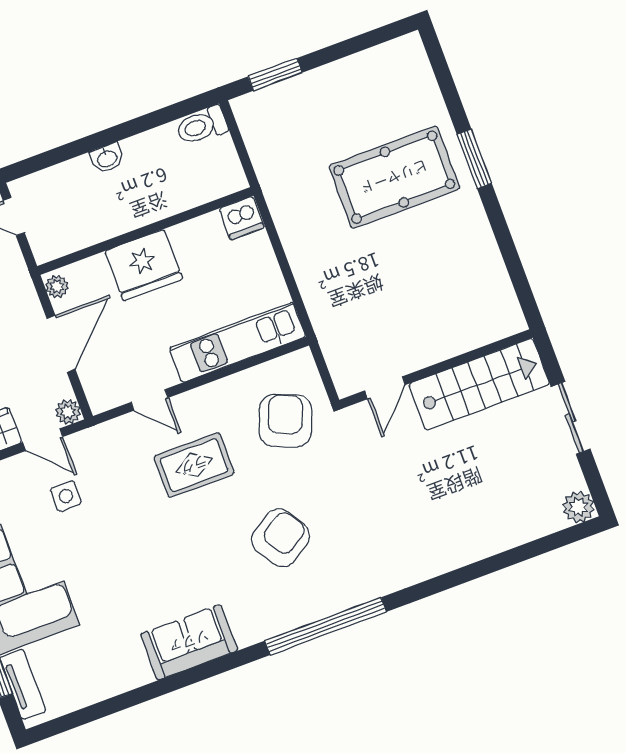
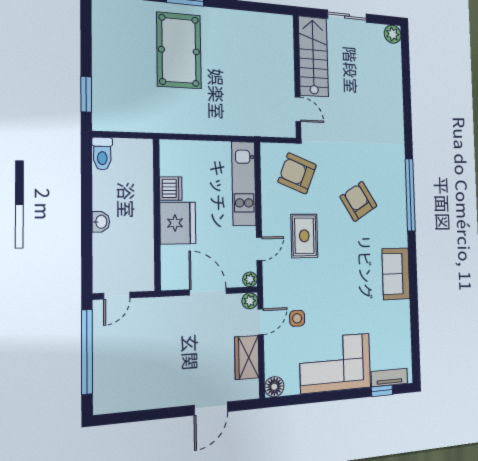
dishwasher: (242, 218) -> (171, 189), moved
plant: (57, 287) -> (250, 279), moved

